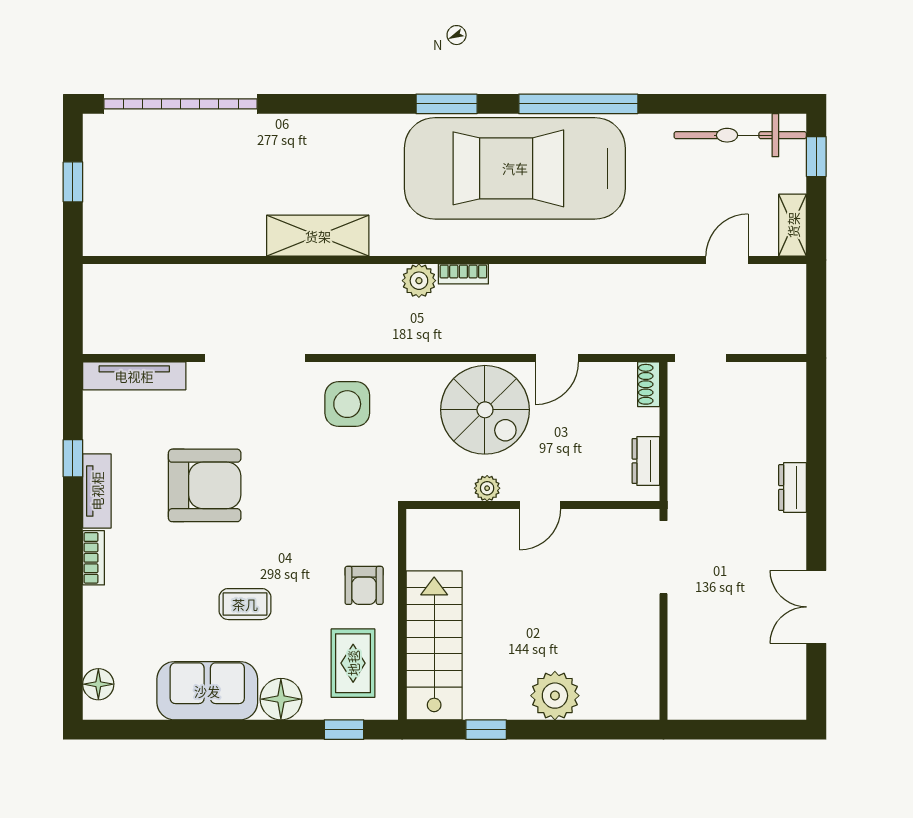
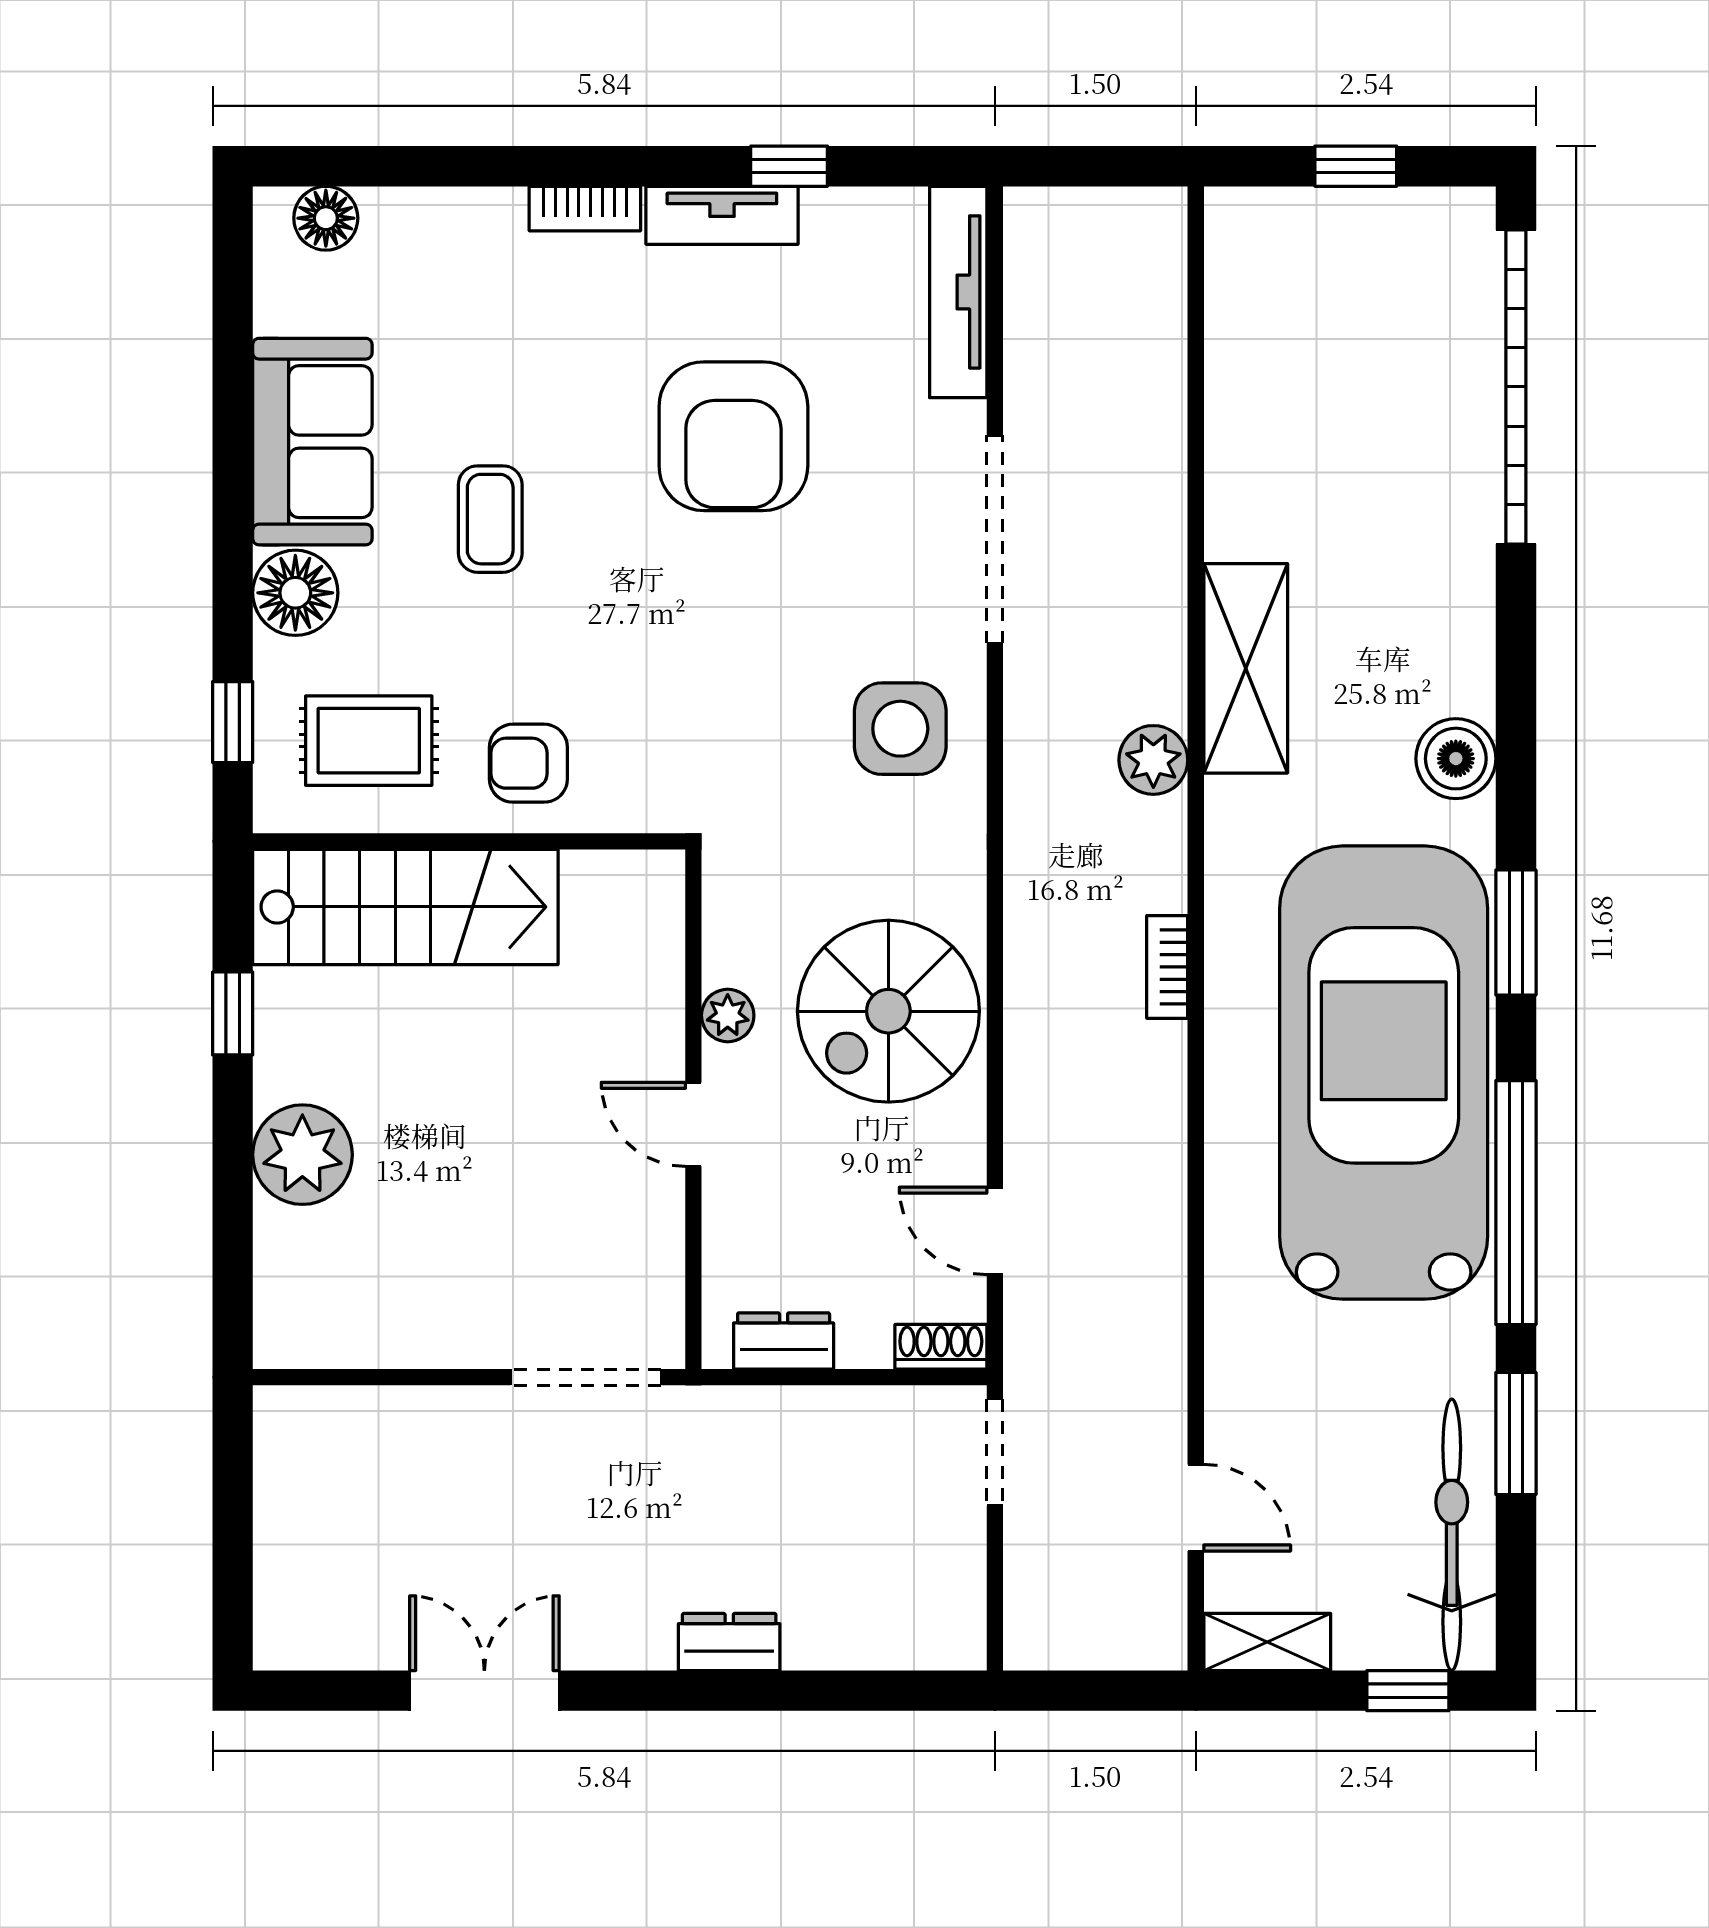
window: (691, 104) -> (1516, 1434), added
boiler: (362, 133) -> (1456, 759), added
plant: (419, 281) -> (1153, 760), moved
door: (557, 358) -> (995, 1231), moved

